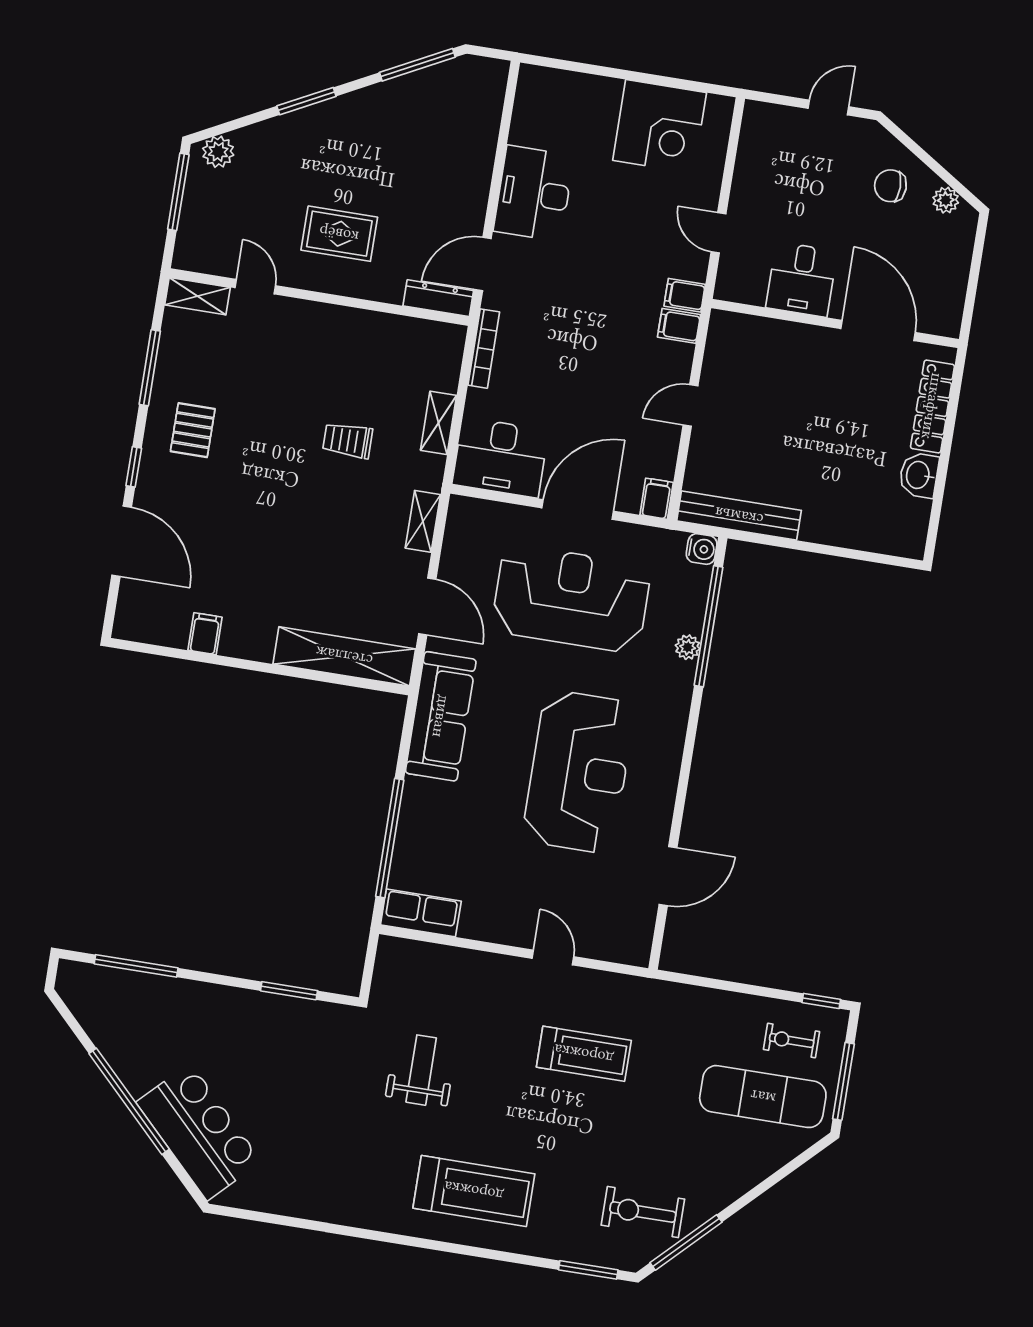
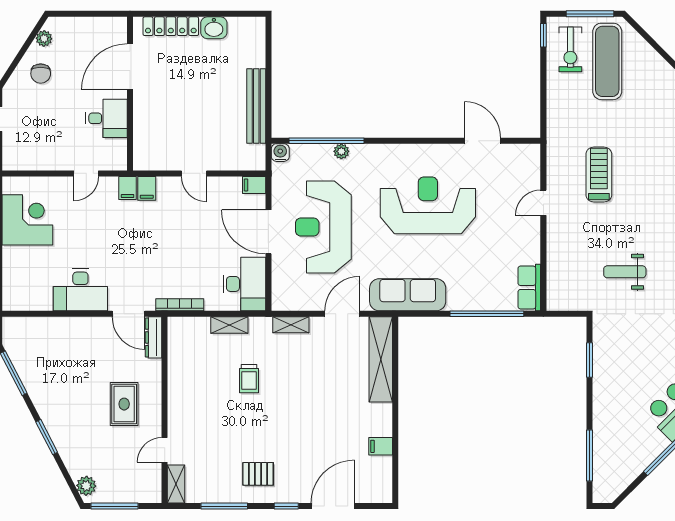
bench: (739, 516) -> (256, 106), moved
exercise bike: (792, 1041) -> (570, 49), width x1.38, depth x1.39

